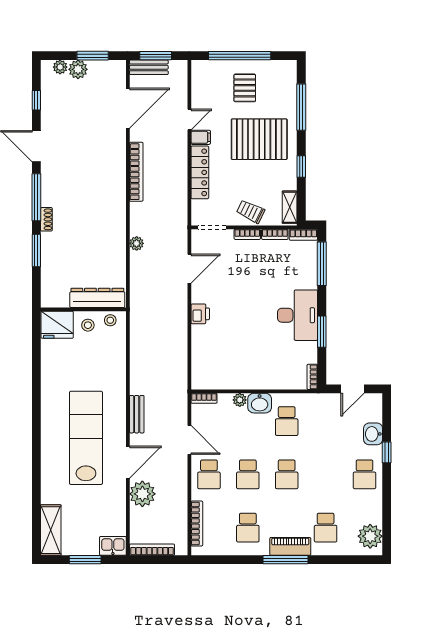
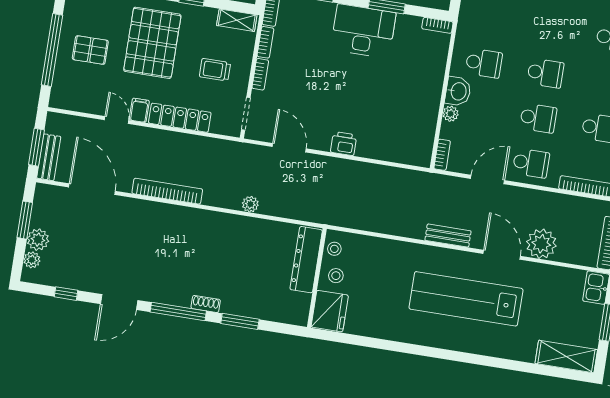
trolley: (251, 211) -> (215, 70), moved, turned 64

